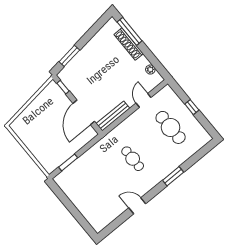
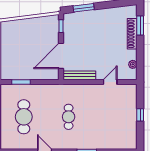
window: (130, 31) -> (140, 25), width x0.69
cafe table: (171, 127) -> (24, 117), moved

